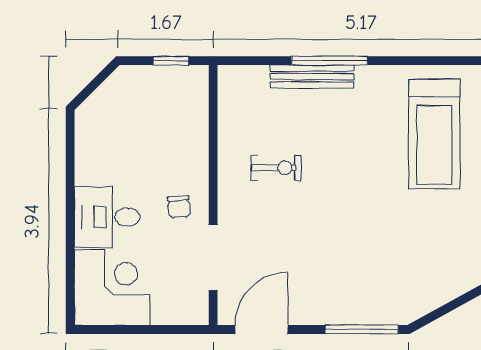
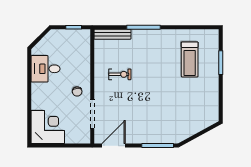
bench: (312, 77) -> (112, 34), moved
treadmill: (434, 134) -> (190, 59), width x0.73, depth x0.73
desk: (107, 217) -> (46, 69), moved

